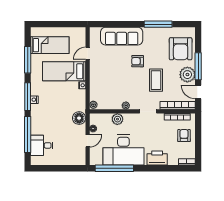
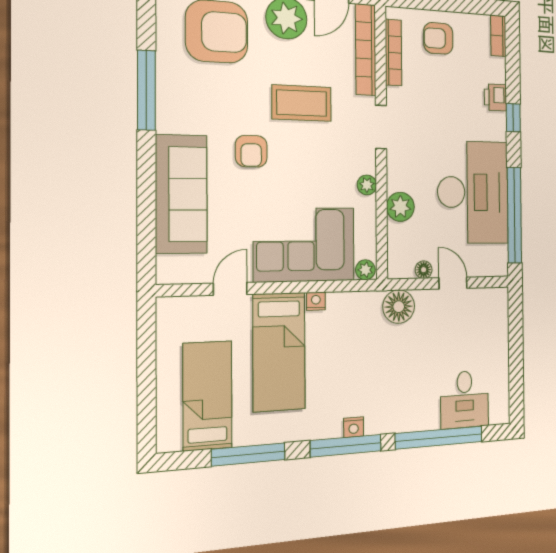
door: (88, 53) -> (230, 289), swing flipped
corner sofa: (103, 81) -> (304, 245), added
printer: (157, 158) -> (495, 97), width x0.53, depth x0.68
window: (154, 168) -> (513, 118), added

